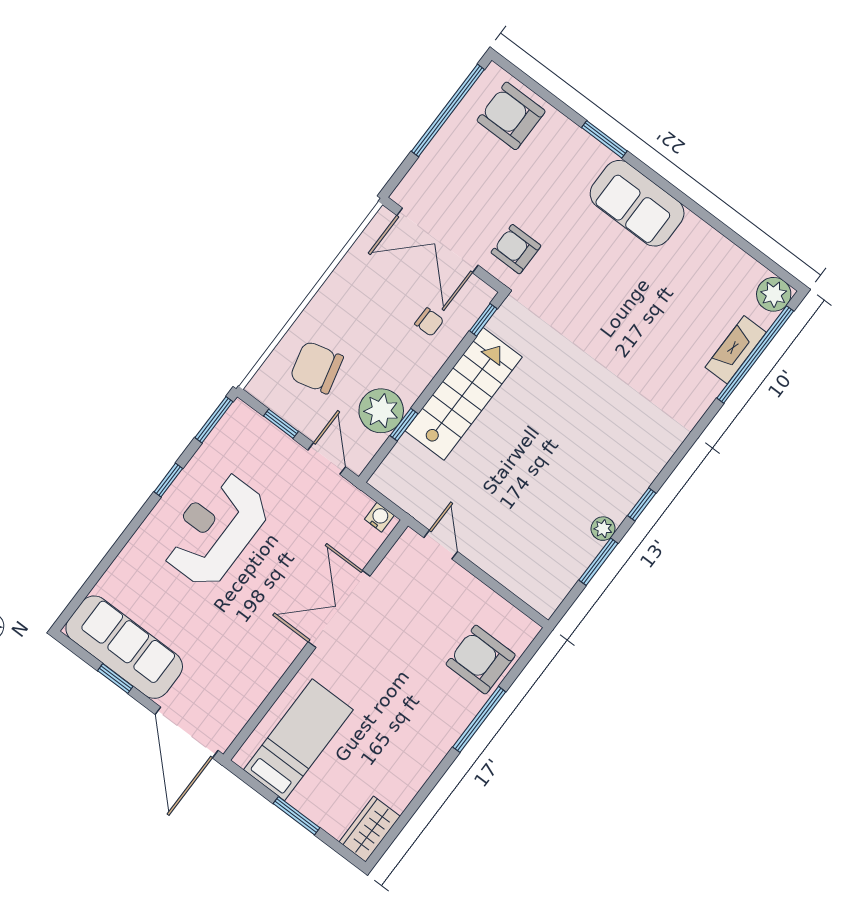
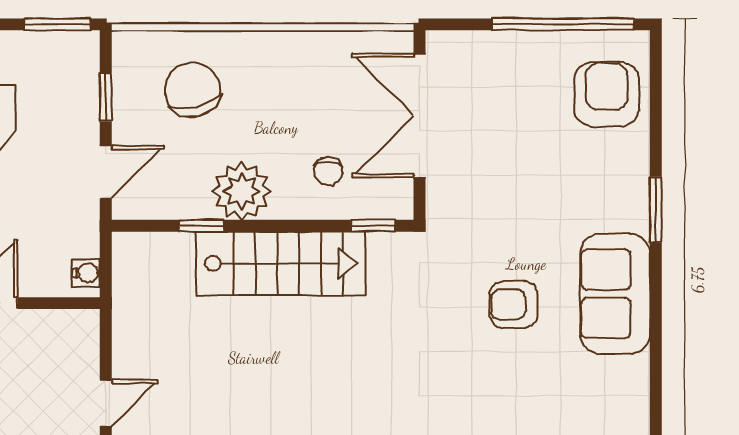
armchair: (516, 249) -> (514, 305), moved, turned -90
plant: (381, 411) -> (242, 191), moved
door: (441, 545) -> (106, 403), moved

